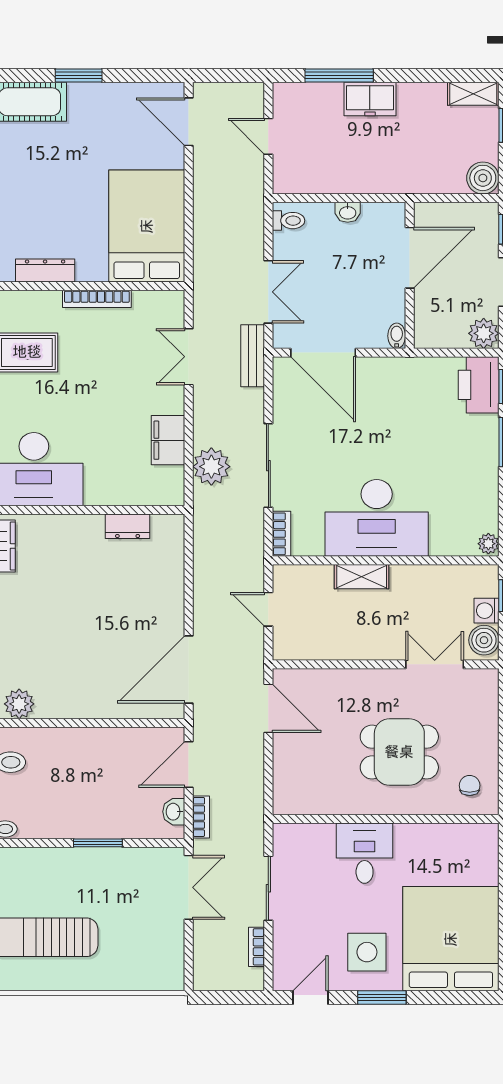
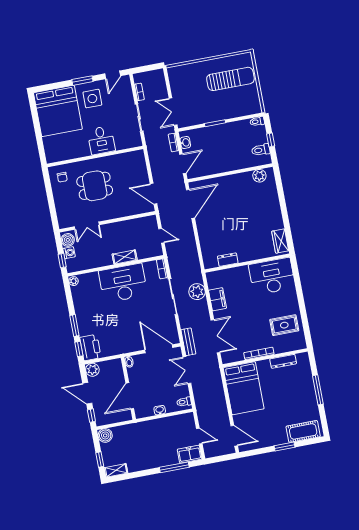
freezer: (370, 99) -> (190, 454), moved
double door: (189, 357) -> (215, 336), width x1.37

